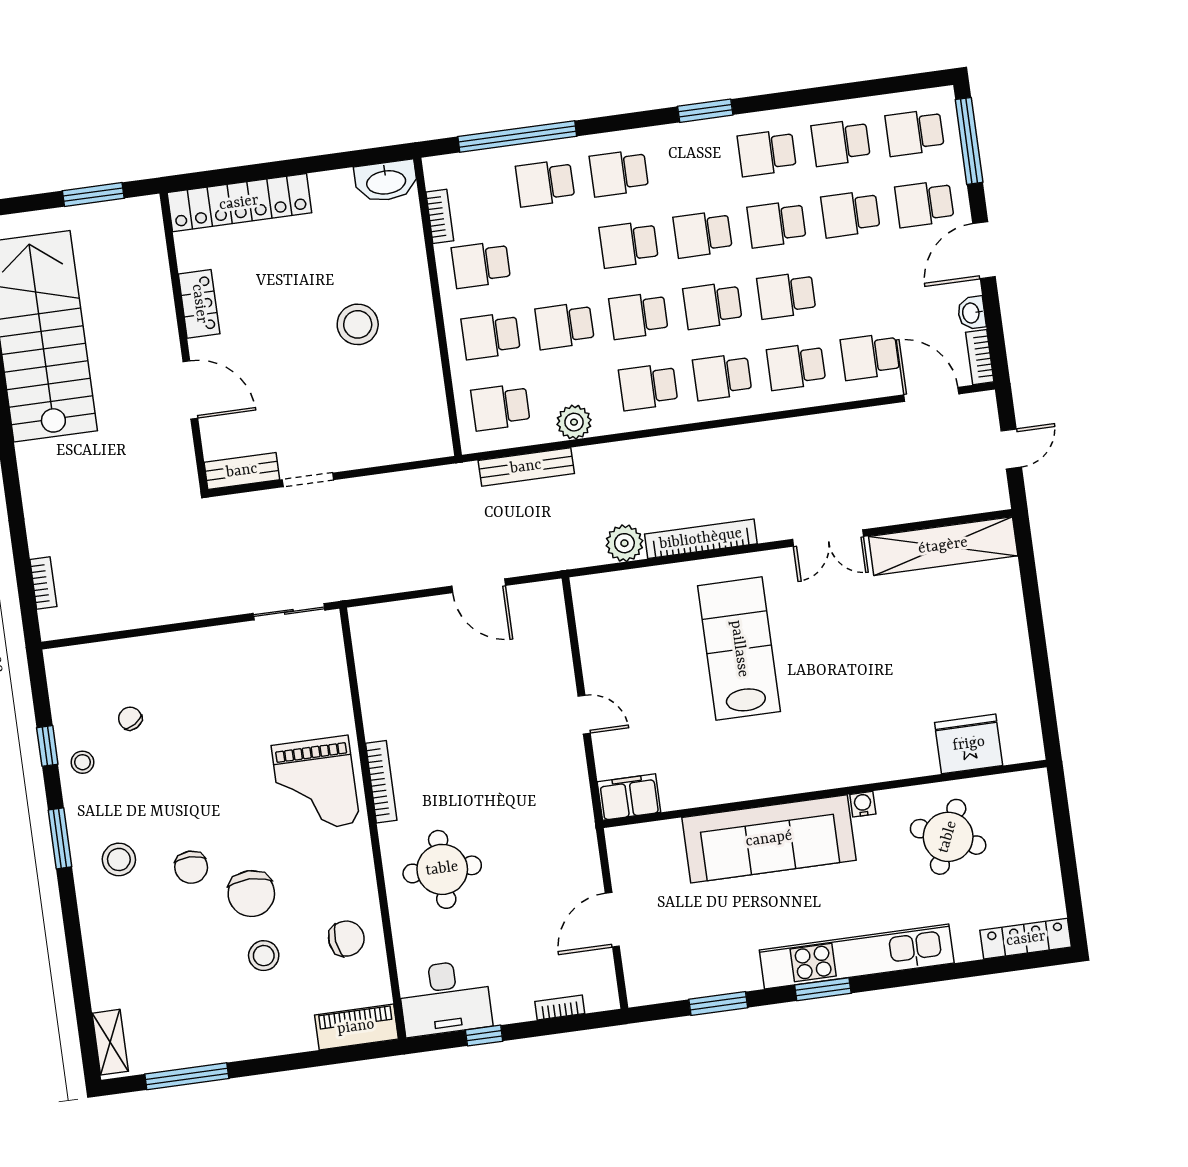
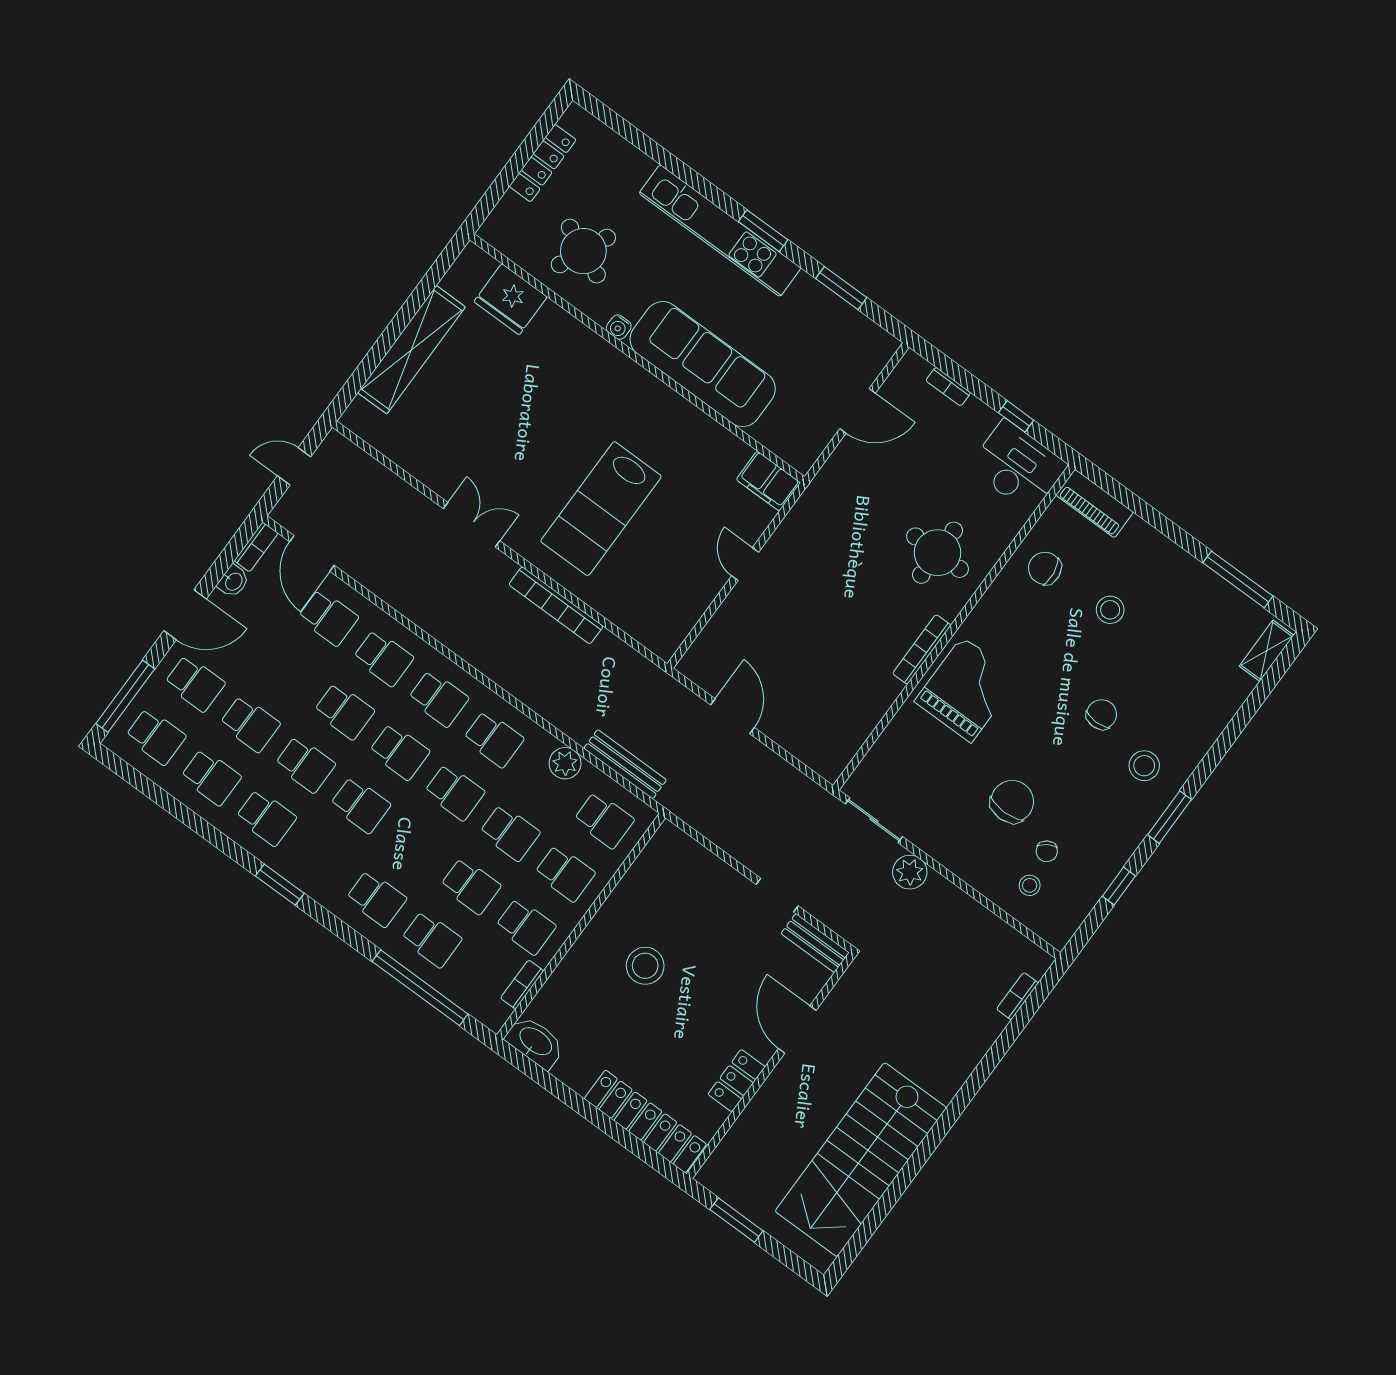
school desk: (629, 244) -> (471, 886), moved
plant: (624, 543) -> (910, 872), moved
shelving: (943, 546) -> (411, 350), moved, turned 90
stool: (82, 762) -> (1030, 885), moved
chair: (251, 894) -> (1012, 802), moved
locker: (1026, 939) -> (543, 163), moved, turned -90

